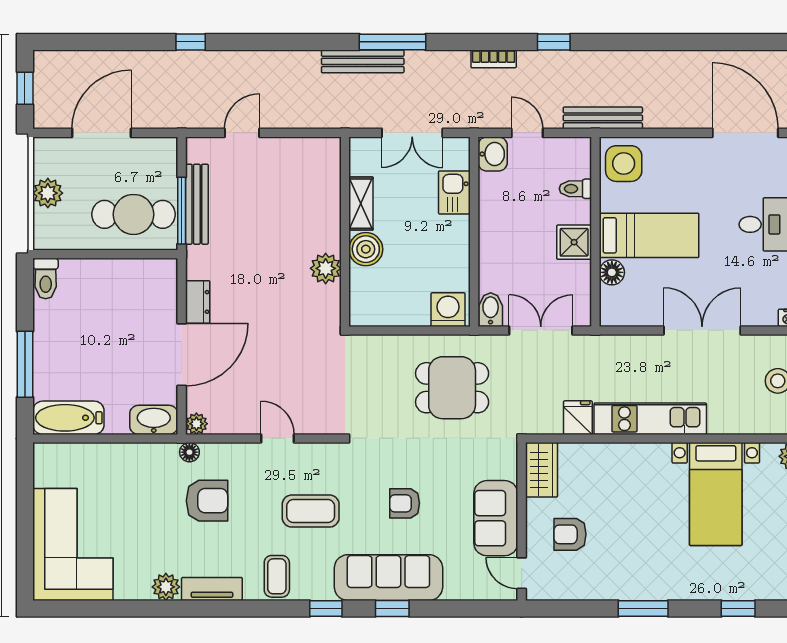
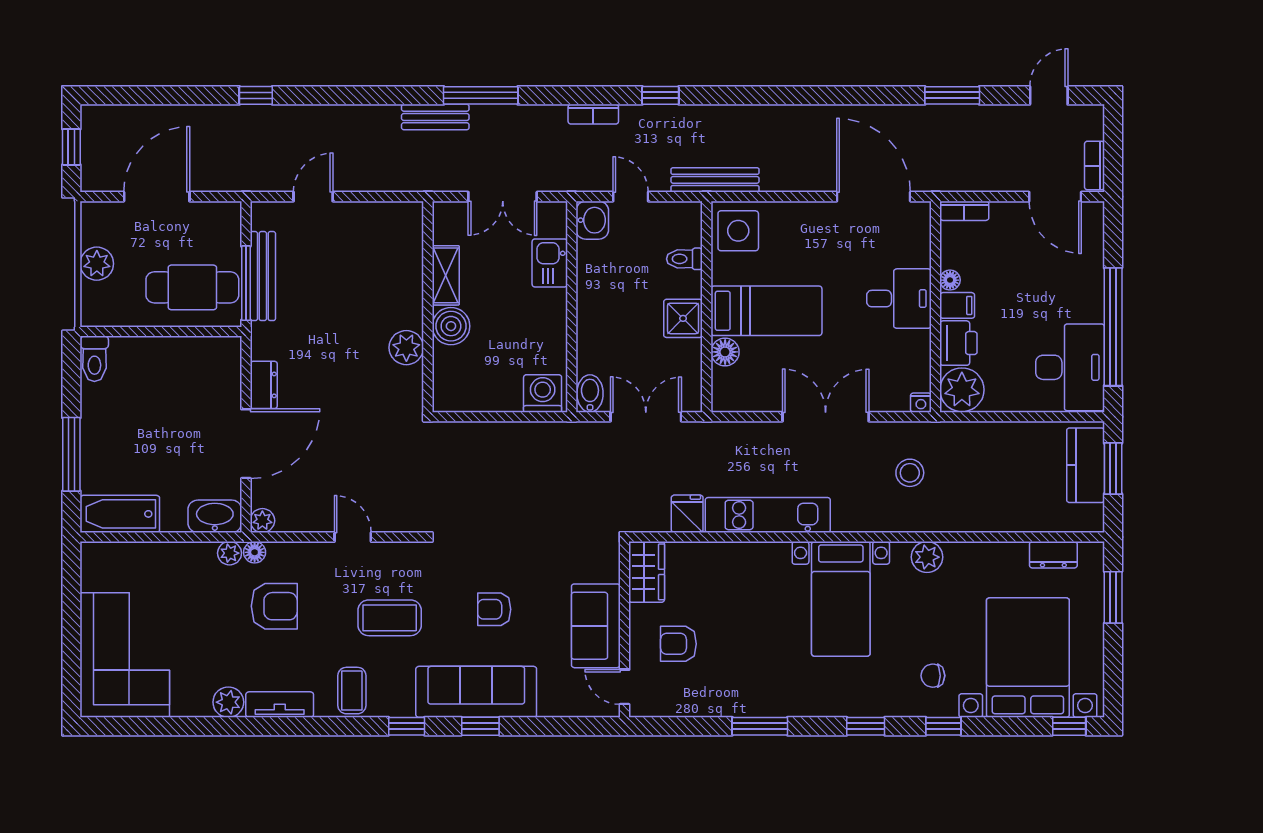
bench: (363, 61) -> (435, 117), width x0.73
dining table: (452, 388) -> (547, 480), removed
plant: (167, 453) -> (230, 553), added

